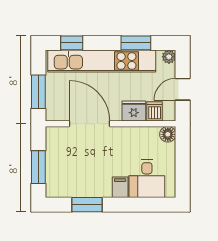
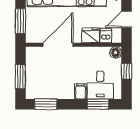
door: (90, 124) -> (58, 45), hinge flipped
window: (183, 160) -> (127, 71), added
window: (87, 205) -> (46, 104), moved
window: (144, 205) -> (98, 104), added

